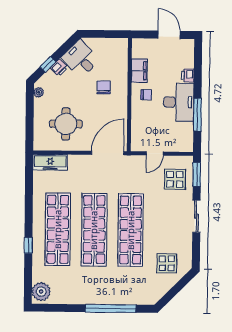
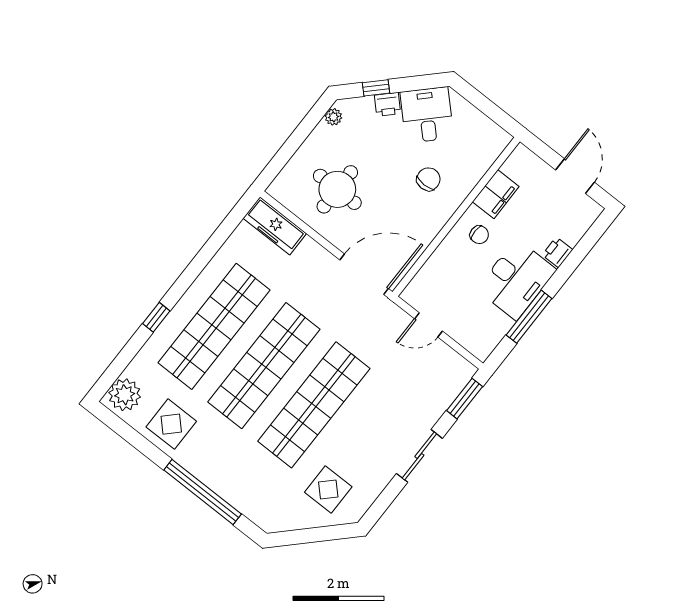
display table: (175, 179) -> (171, 424), moved

